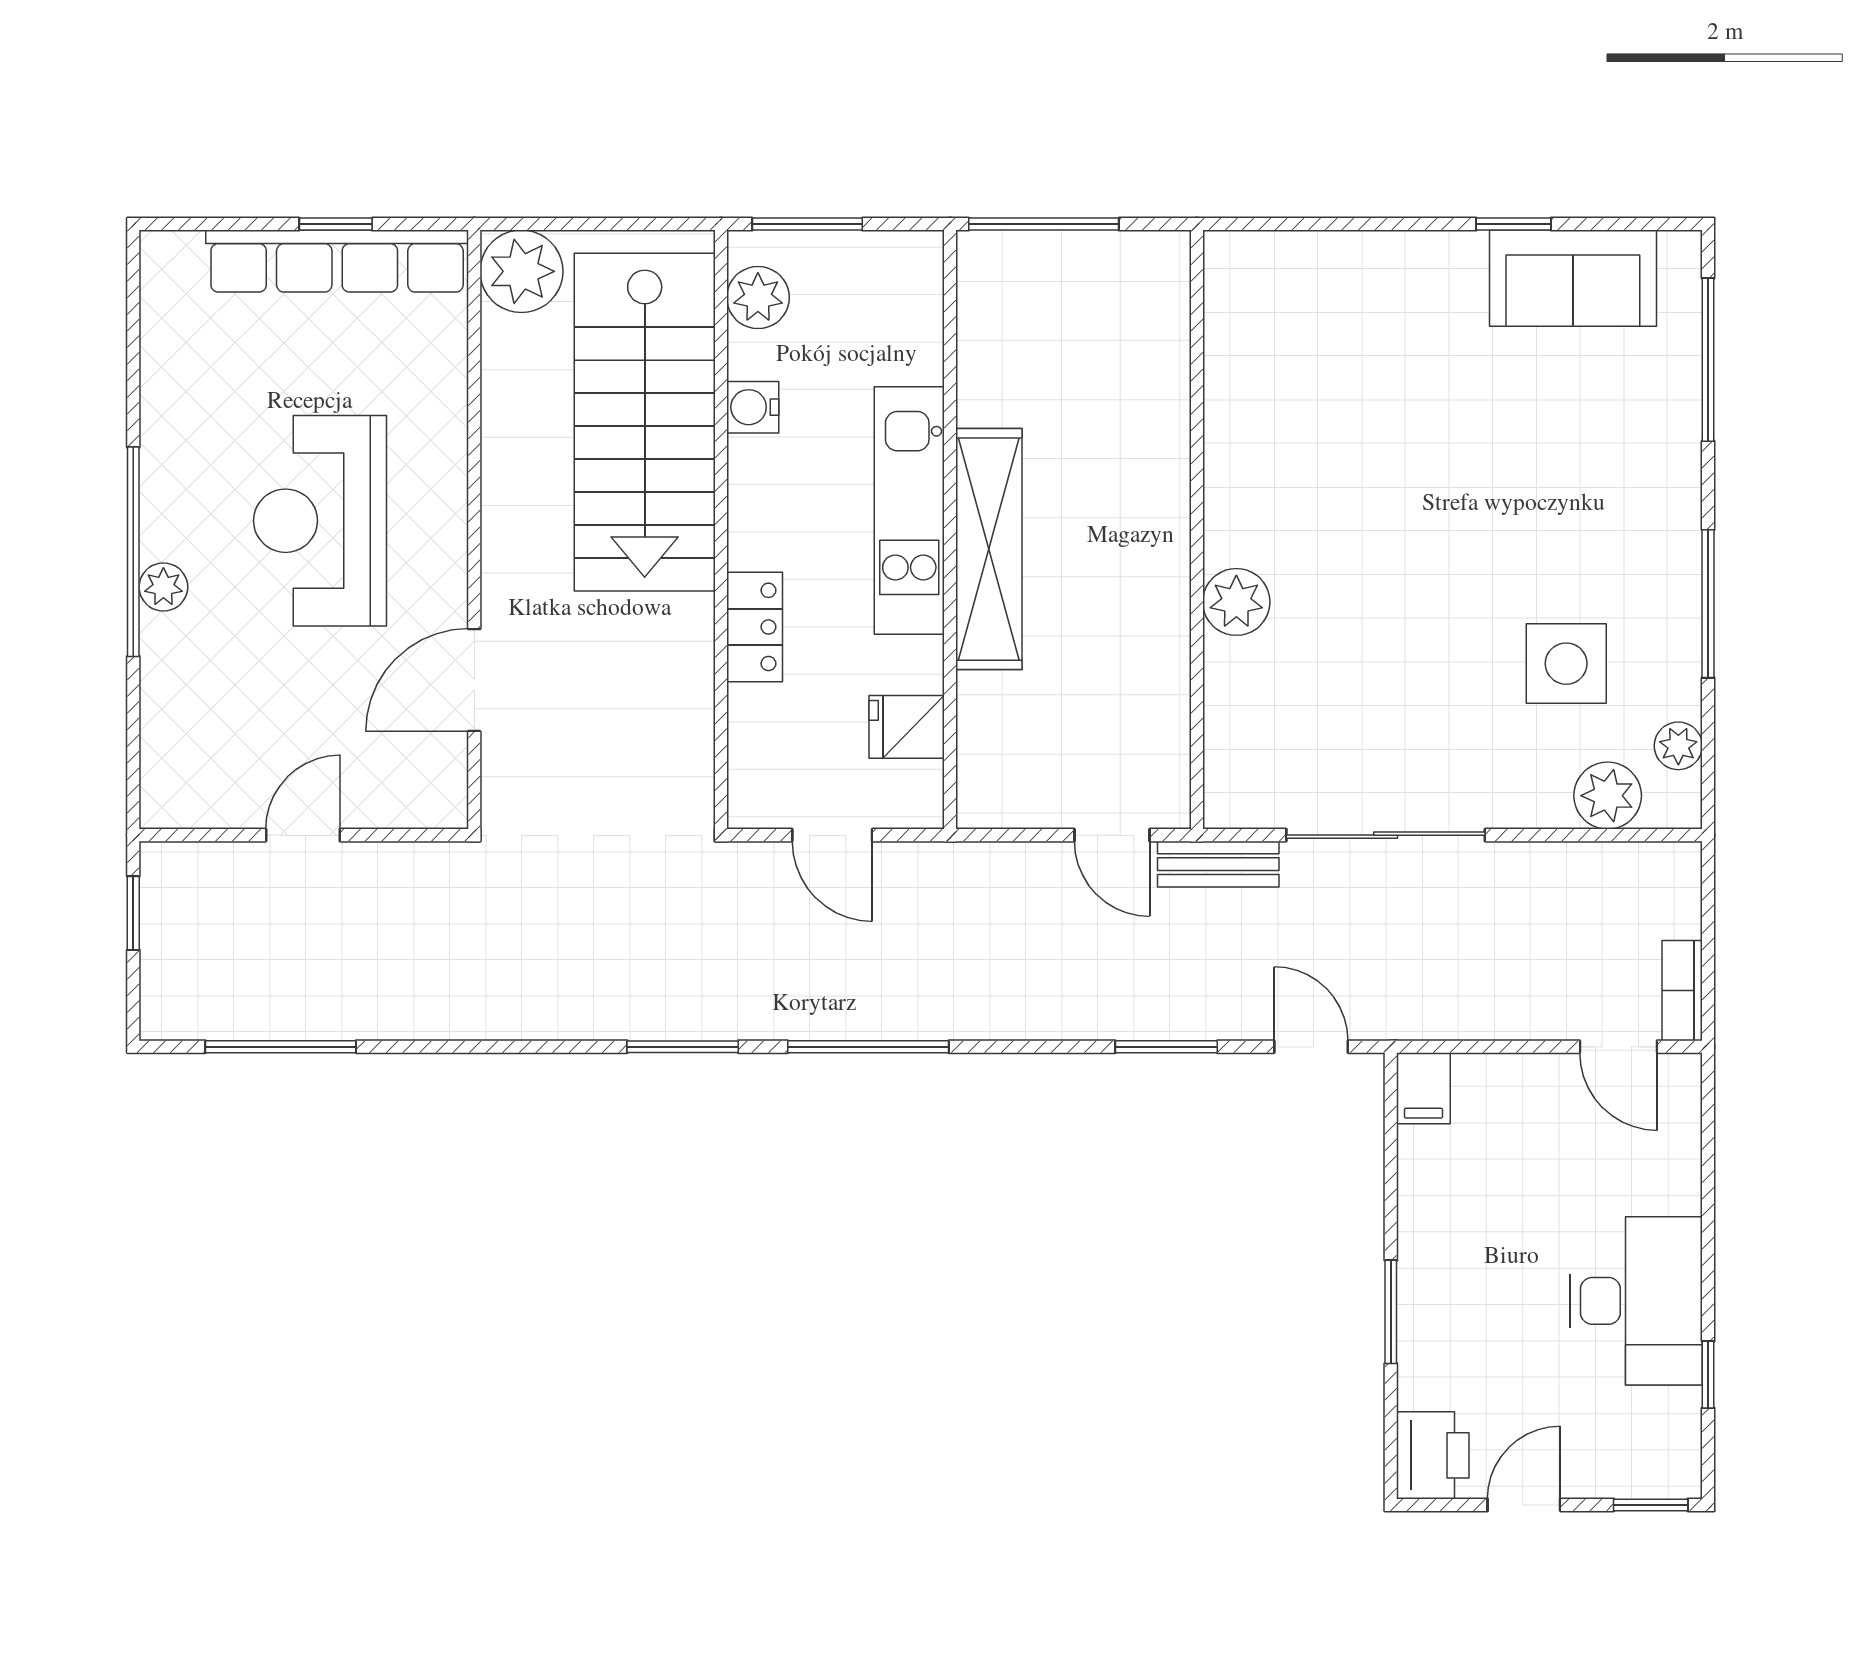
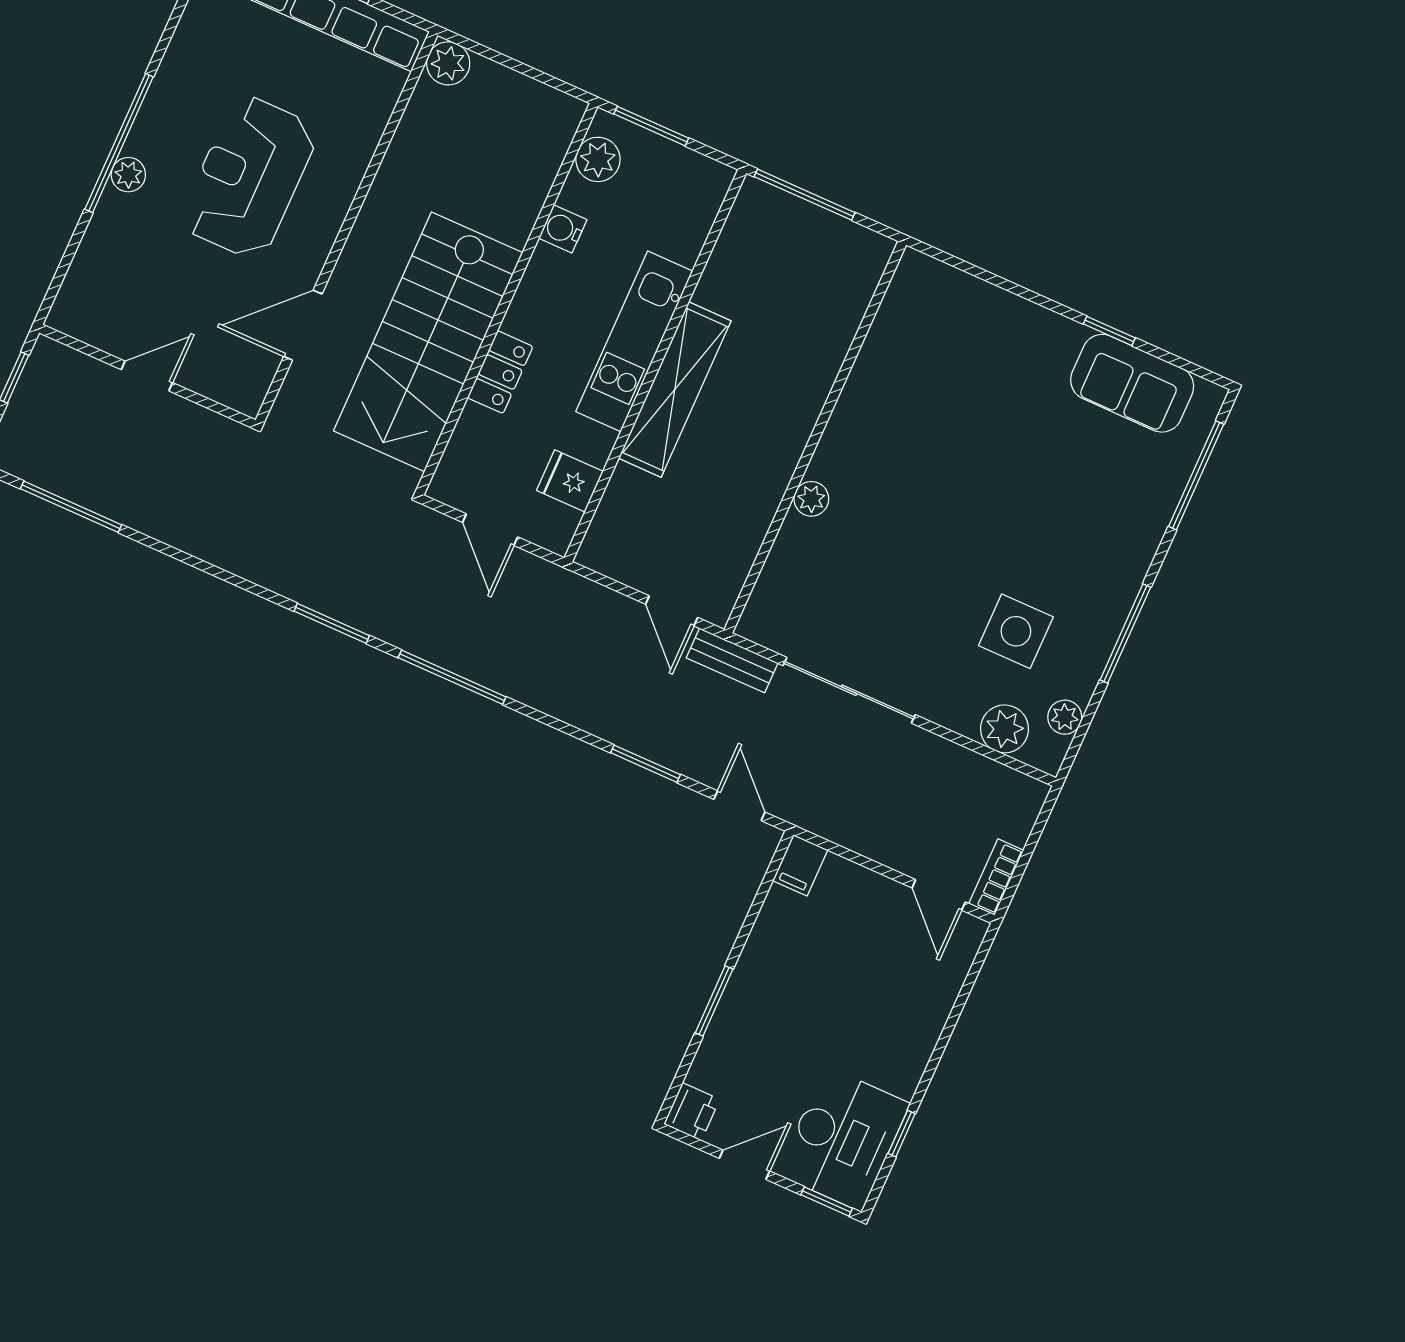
plant: (521, 271) -> (448, 63), width x0.73, depth x0.73
stairs: (645, 422) -> (428, 342), moved
plant: (1236, 602) -> (811, 499), width x0.73, depth x0.73
desk: (1636, 1301) -> (843, 1139), moved
printer: (1433, 1455) -> (692, 1112), width x0.73, depth x0.81

